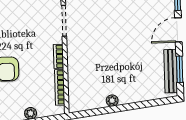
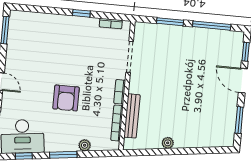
door: (178, 30) -> (243, 81), hinge flipped
bench: (171, 71) -> (132, 116), moved

